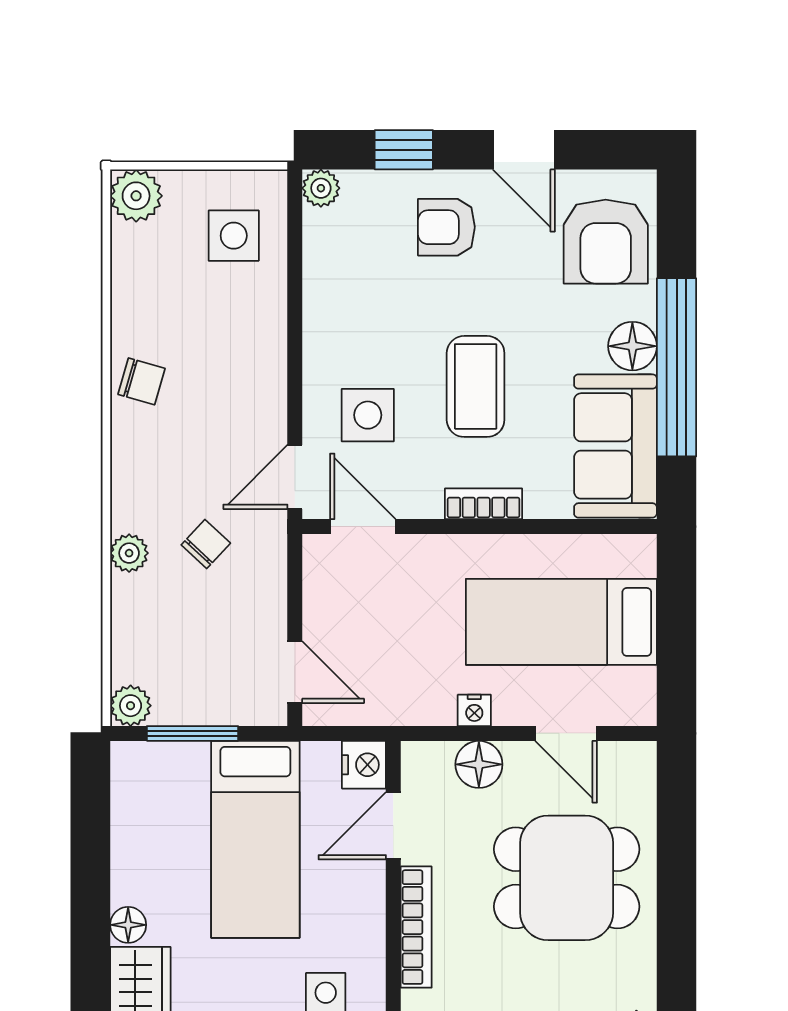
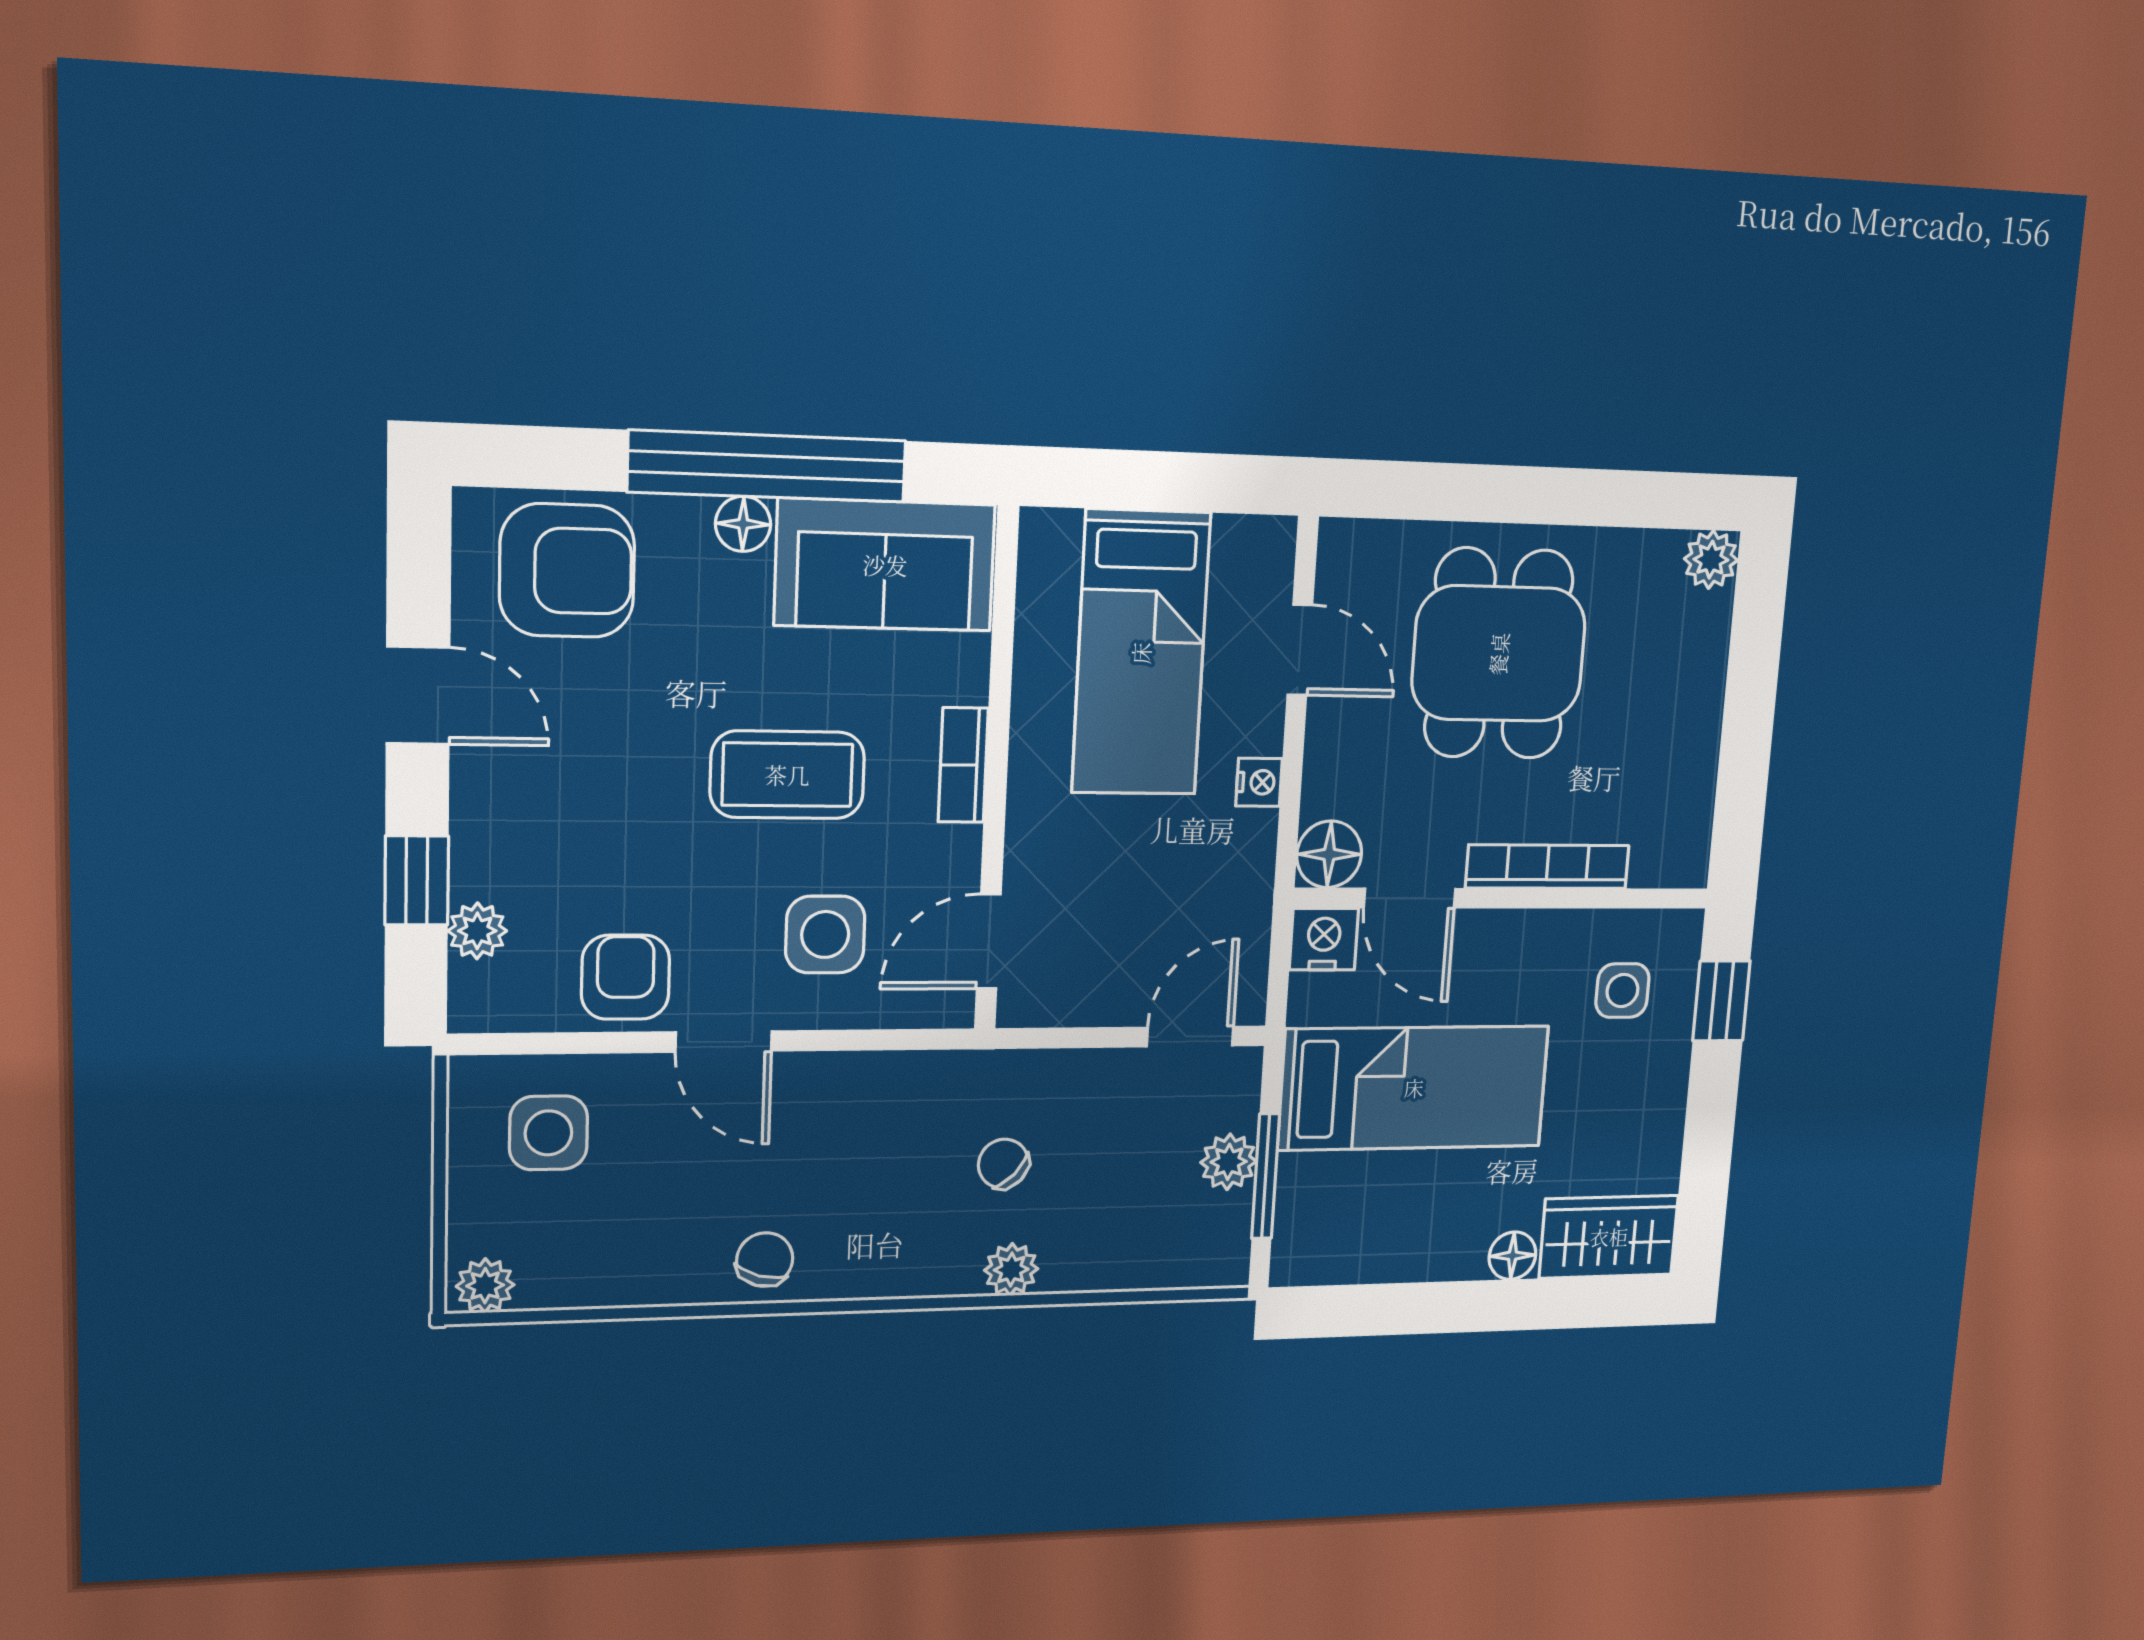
door: (524, 150) -> (418, 695), hinge flipped
plant: (321, 188) -> (477, 931), moved
plant: (136, 196) -> (485, 1286), width x0.73, depth x0.73
armchair: (446, 227) -> (626, 977), moved, turned 180
floor lamp: (632, 346) -> (743, 524), width x0.73, depth x0.73
door: (295, 477) -> (724, 1041), moved
plant: (131, 706) -> (1229, 1162), moved
door: (566, 733) -> (1300, 650), hinge flipped
floor lamp: (479, 764) -> (1329, 854), moved

